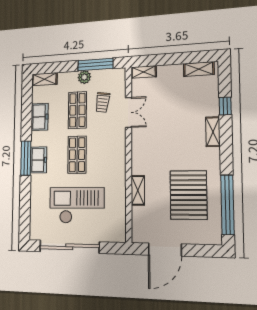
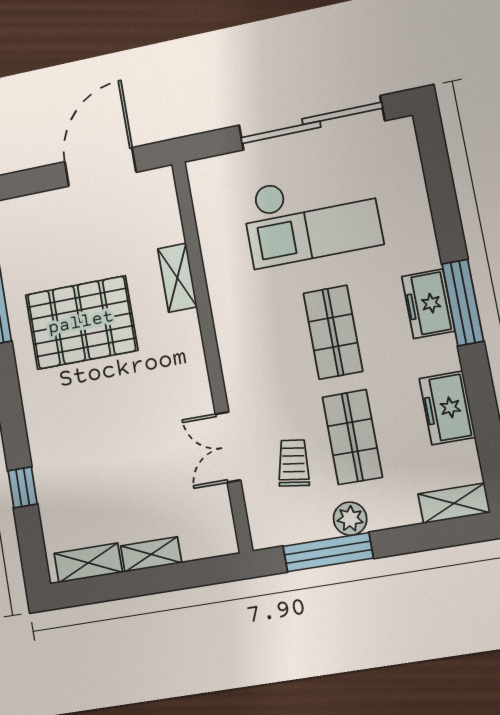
shelving: (144, 72) -> (151, 554), moved
shelving: (213, 132) -> (40, 429), removed
pallet: (188, 195) -> (81, 323), moved, turned 90

